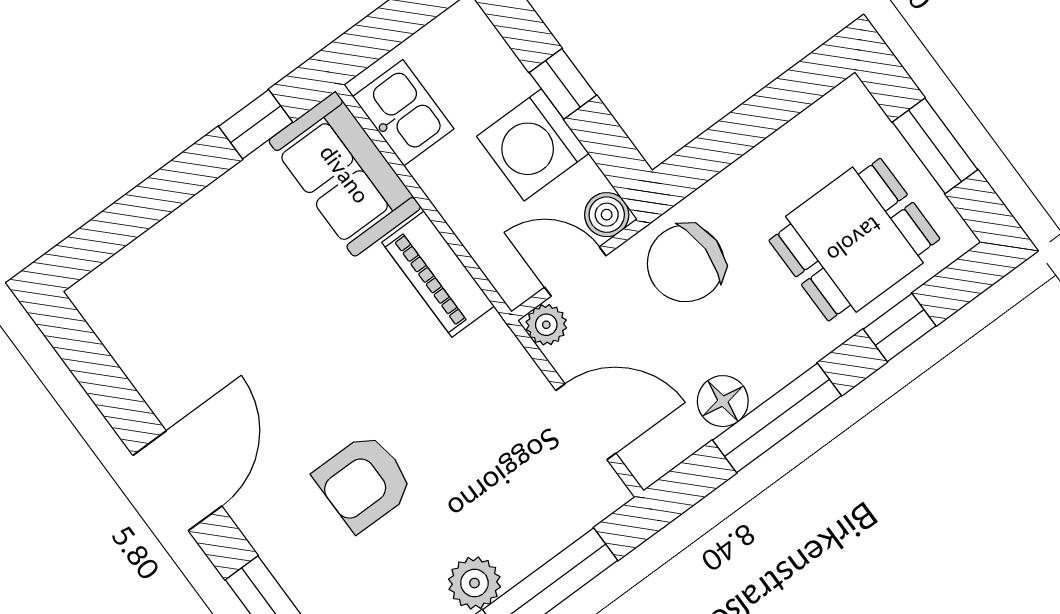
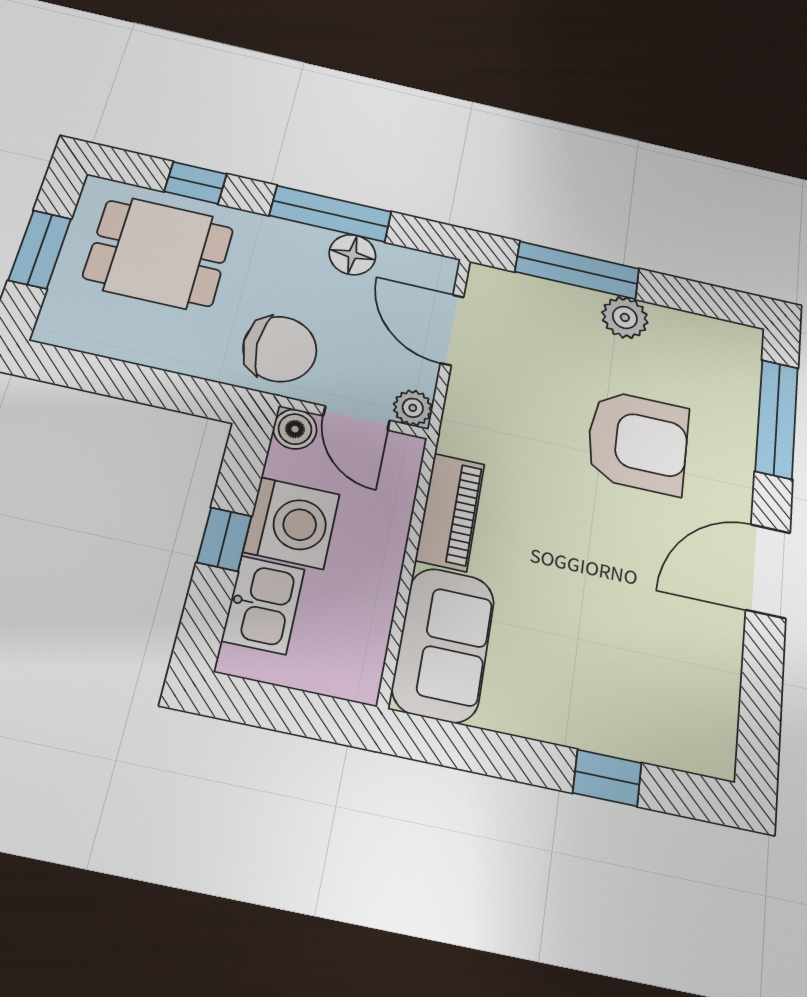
kitchen sink: (403, 113) -> (263, 605), moved, turned 180
window: (256, 124) -> (607, 778), moved
armchair: (364, 482) -> (638, 442), width x1.36, depth x1.36

